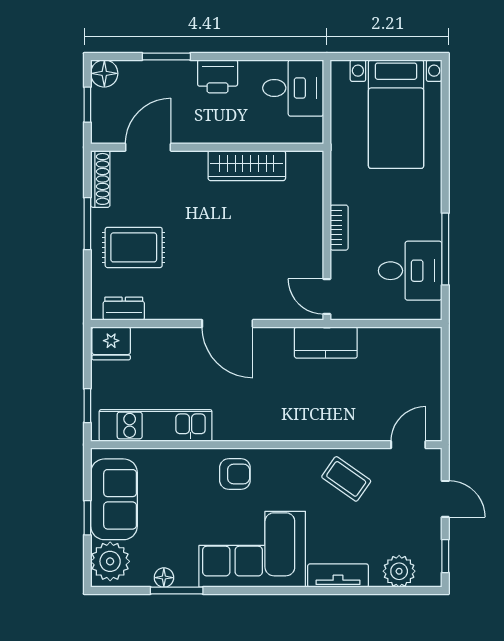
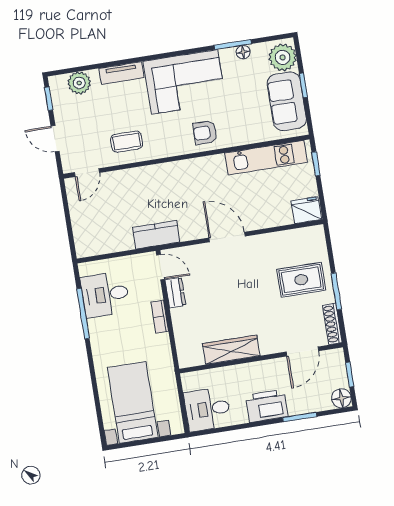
printer: (218, 76) -> (267, 406), width x1.37, depth x1.19
dresser: (124, 309) -> (175, 293), moved, turned -90
coffee table: (346, 479) -> (127, 142), turned -35

